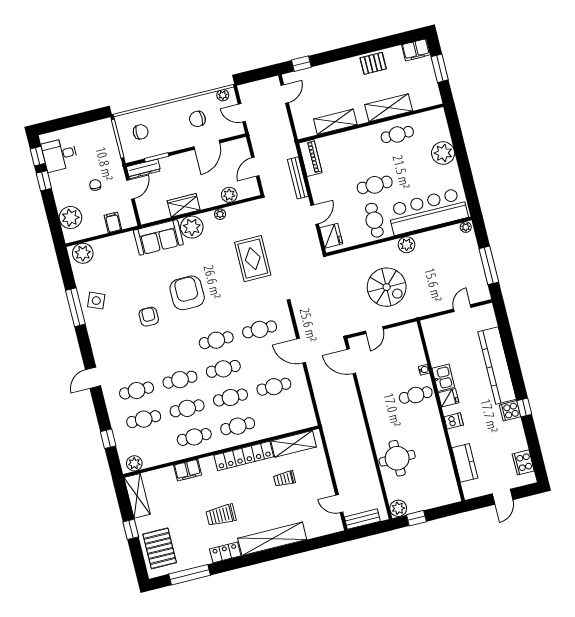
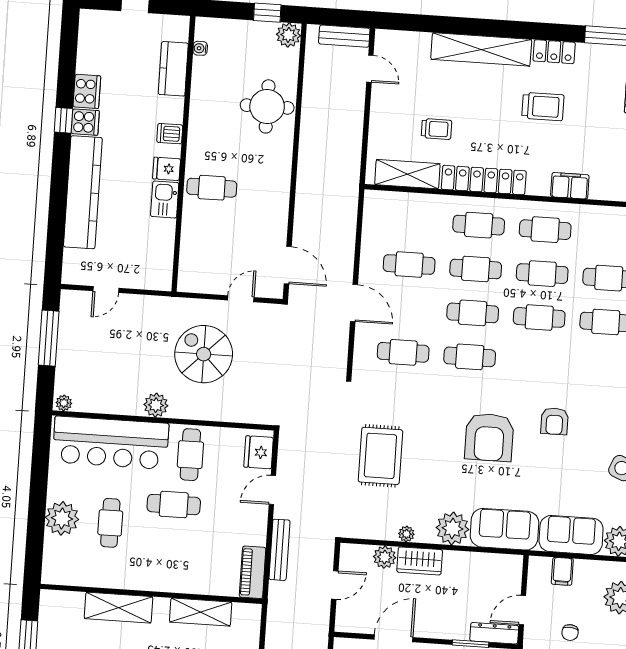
cafe table: (397, 134) -> (110, 523), moved, turned 90
wardrobe: (184, 205) -> (420, 561), moved
sofa: (115, 247) -> (571, 535), added
water cooler: (424, 370) -> (200, 48), moved
cooker: (523, 462) -> (87, 91), moved

